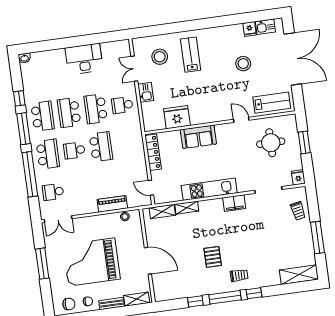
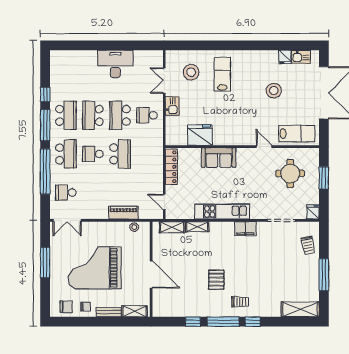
washbasin: (24, 58) -> (56, 55), removed

